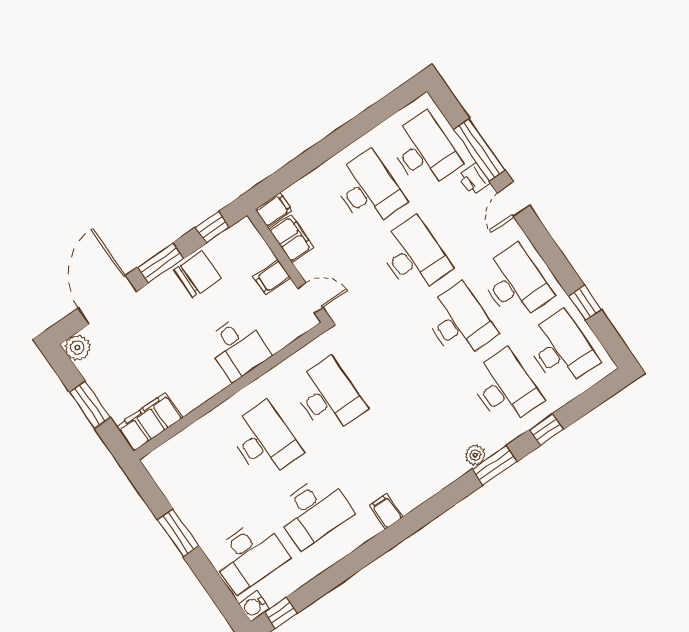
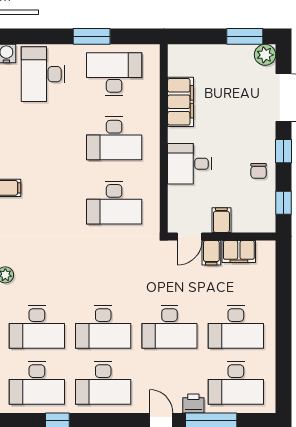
filing cabinet: (274, 210) -> (211, 253), moved
window: (161, 263) -> (283, 151), width x0.67
chair: (198, 274) -> (259, 171), width x0.54, depth x0.54
window: (90, 405) -> (245, 36), moved
filing cabinet: (150, 422) -> (181, 102), moved
desk: (313, 511) -> (114, 74), moved, turned 90

